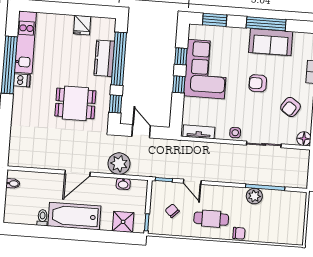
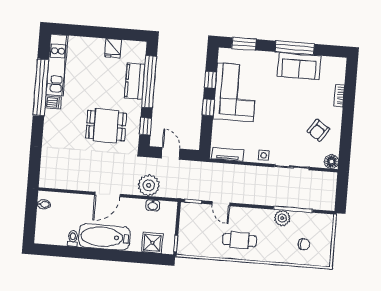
armchair: (258, 83) -> (286, 107), removed
chair: (172, 211) -> (201, 232), removed
chair: (239, 233) -> (304, 244), moved

